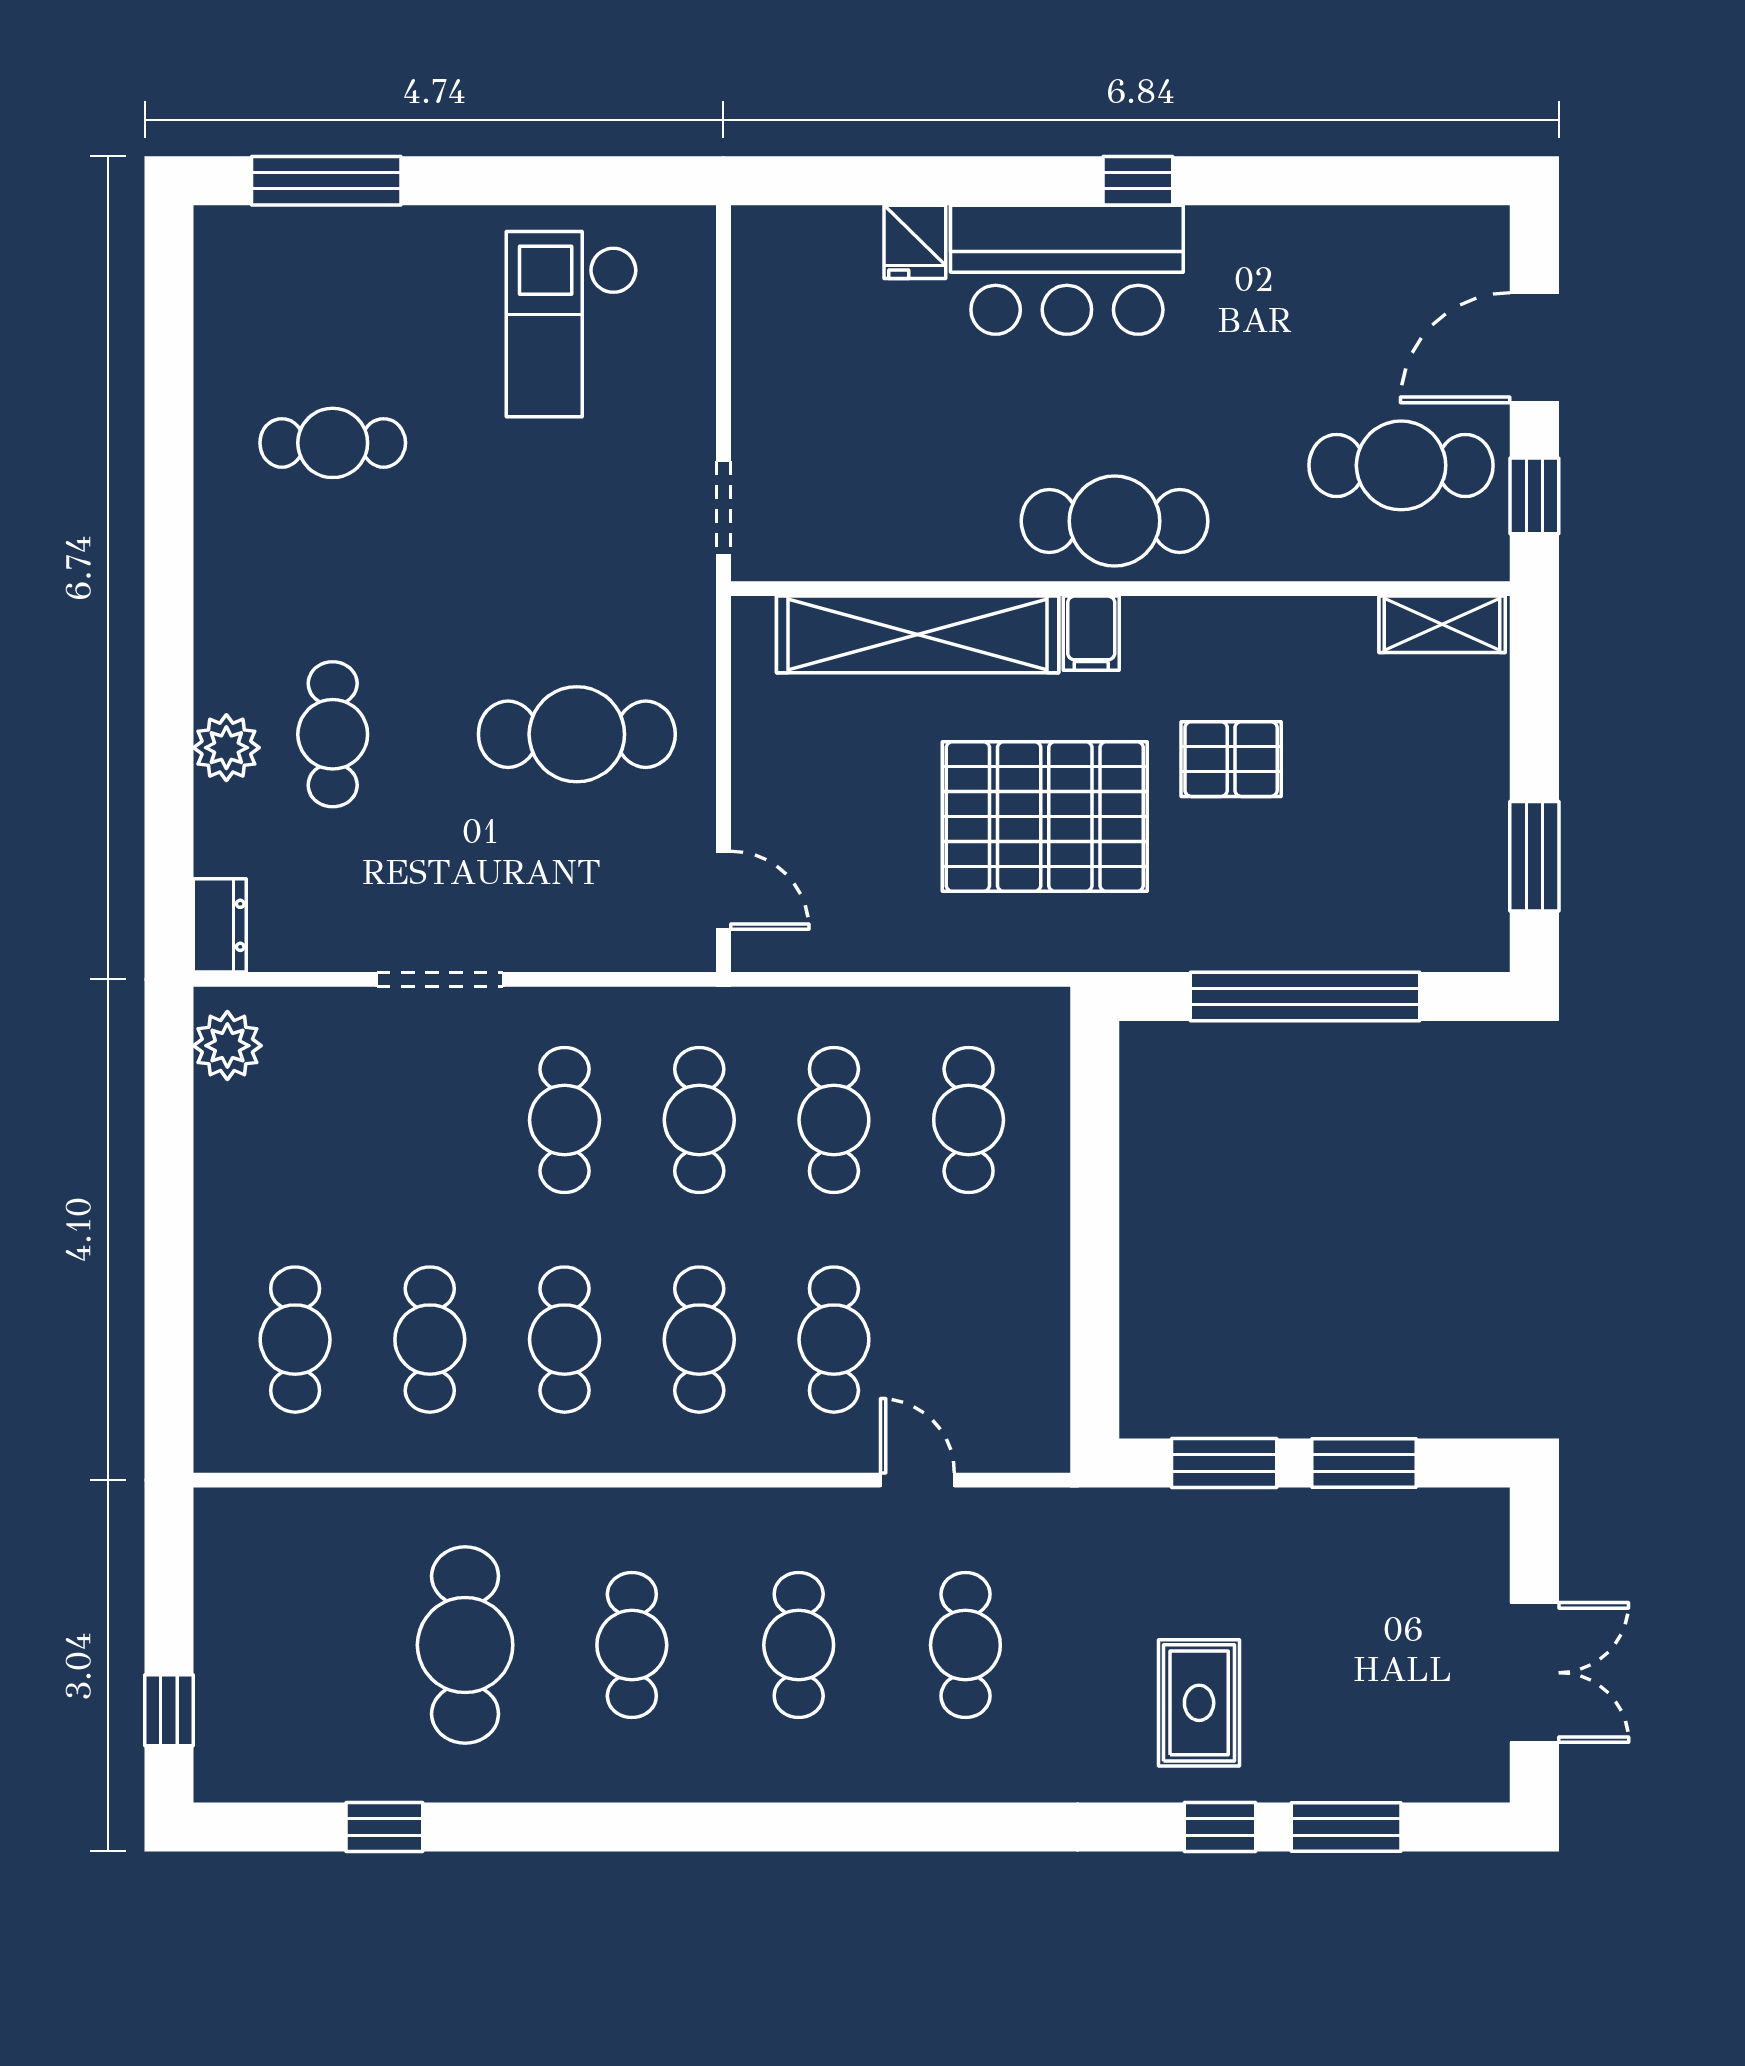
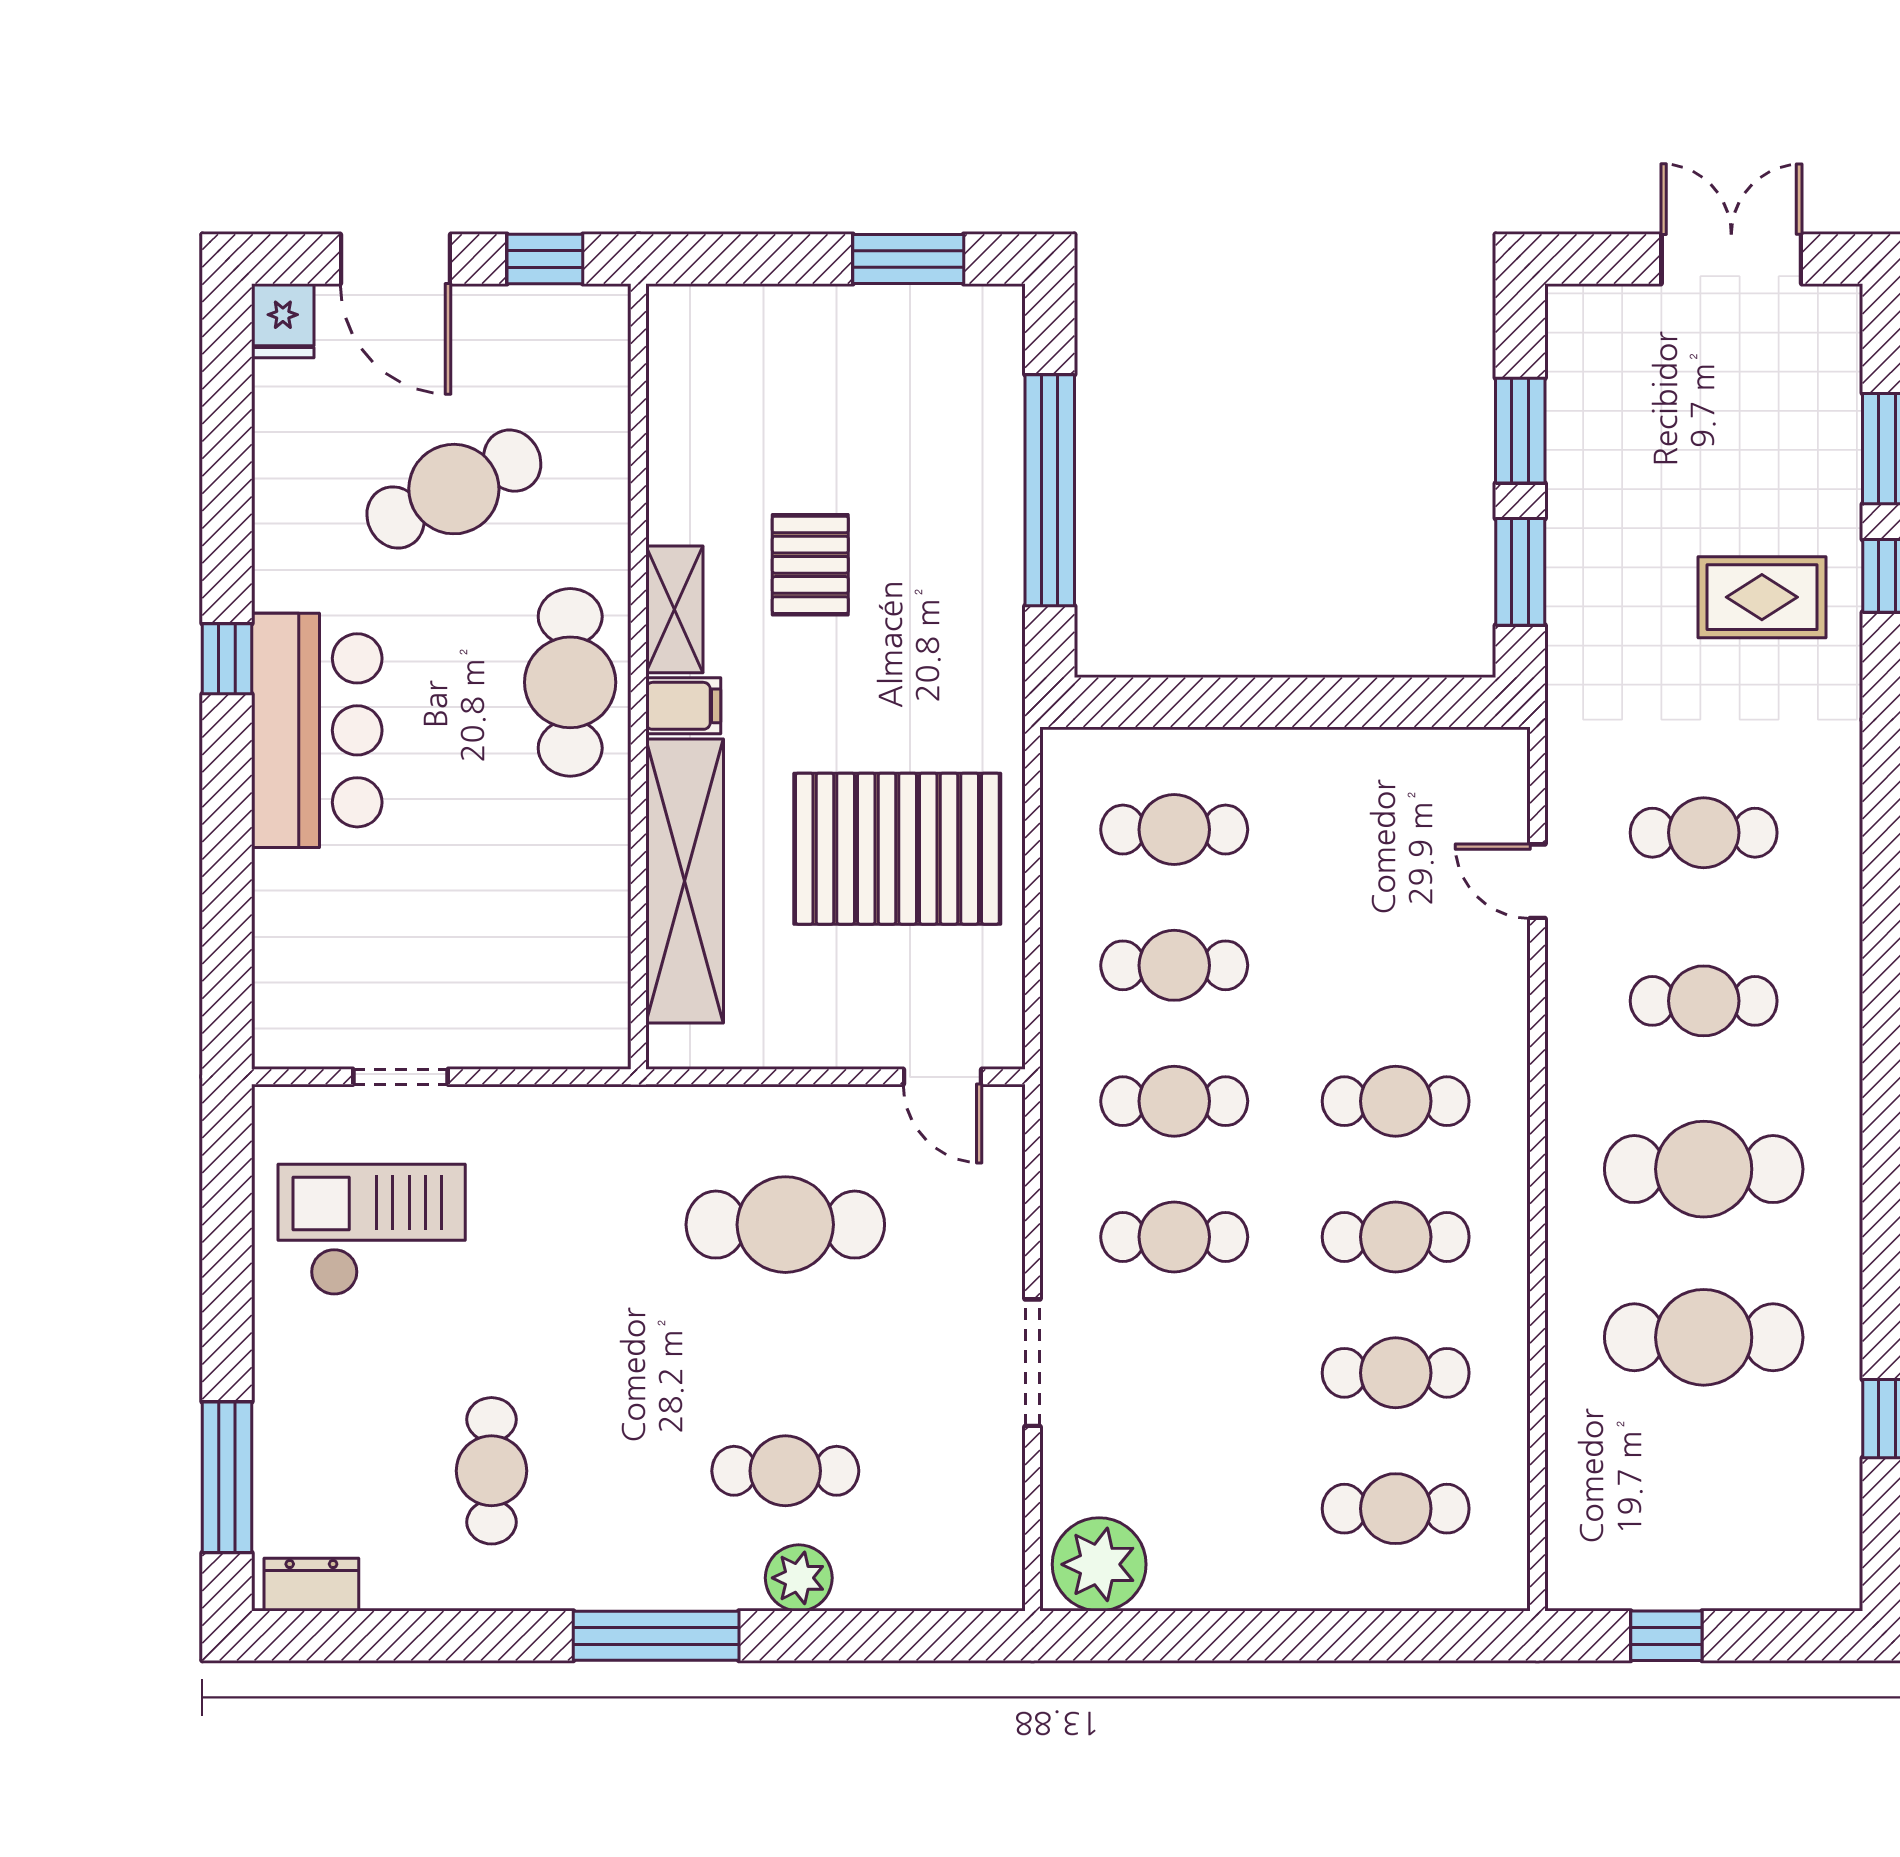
fridge: (915, 242) -> (283, 321), moved, turned 90
checkout: (572, 324) -> (372, 1230), turned 180
cafe table: (1401, 465) -> (454, 489), moved, turned 64
doorway: (723, 508) -> (400, 1077), moved
window: (169, 606) -> (656, 1636), added
shelving: (1442, 624) -> (674, 609), moved
cafe table: (577, 734) -> (785, 1225), turned 90
pallet: (1045, 817) -> (897, 849), moved, turned 90
door: (723, 890) -> (943, 1077), swing flipped
dresser: (220, 925) -> (311, 1585), moved
plant: (227, 1046) -> (1099, 1564), width x1.36, depth x1.36
cafe table: (834, 1340) -> (1396, 965), removed
door: (917, 1480) -> (1537, 881), hinge flipped
cafe table: (632, 1645) -> (1704, 1169), width x1.37, depth x1.35
window: (169, 1710) -> (1666, 1636), moved

